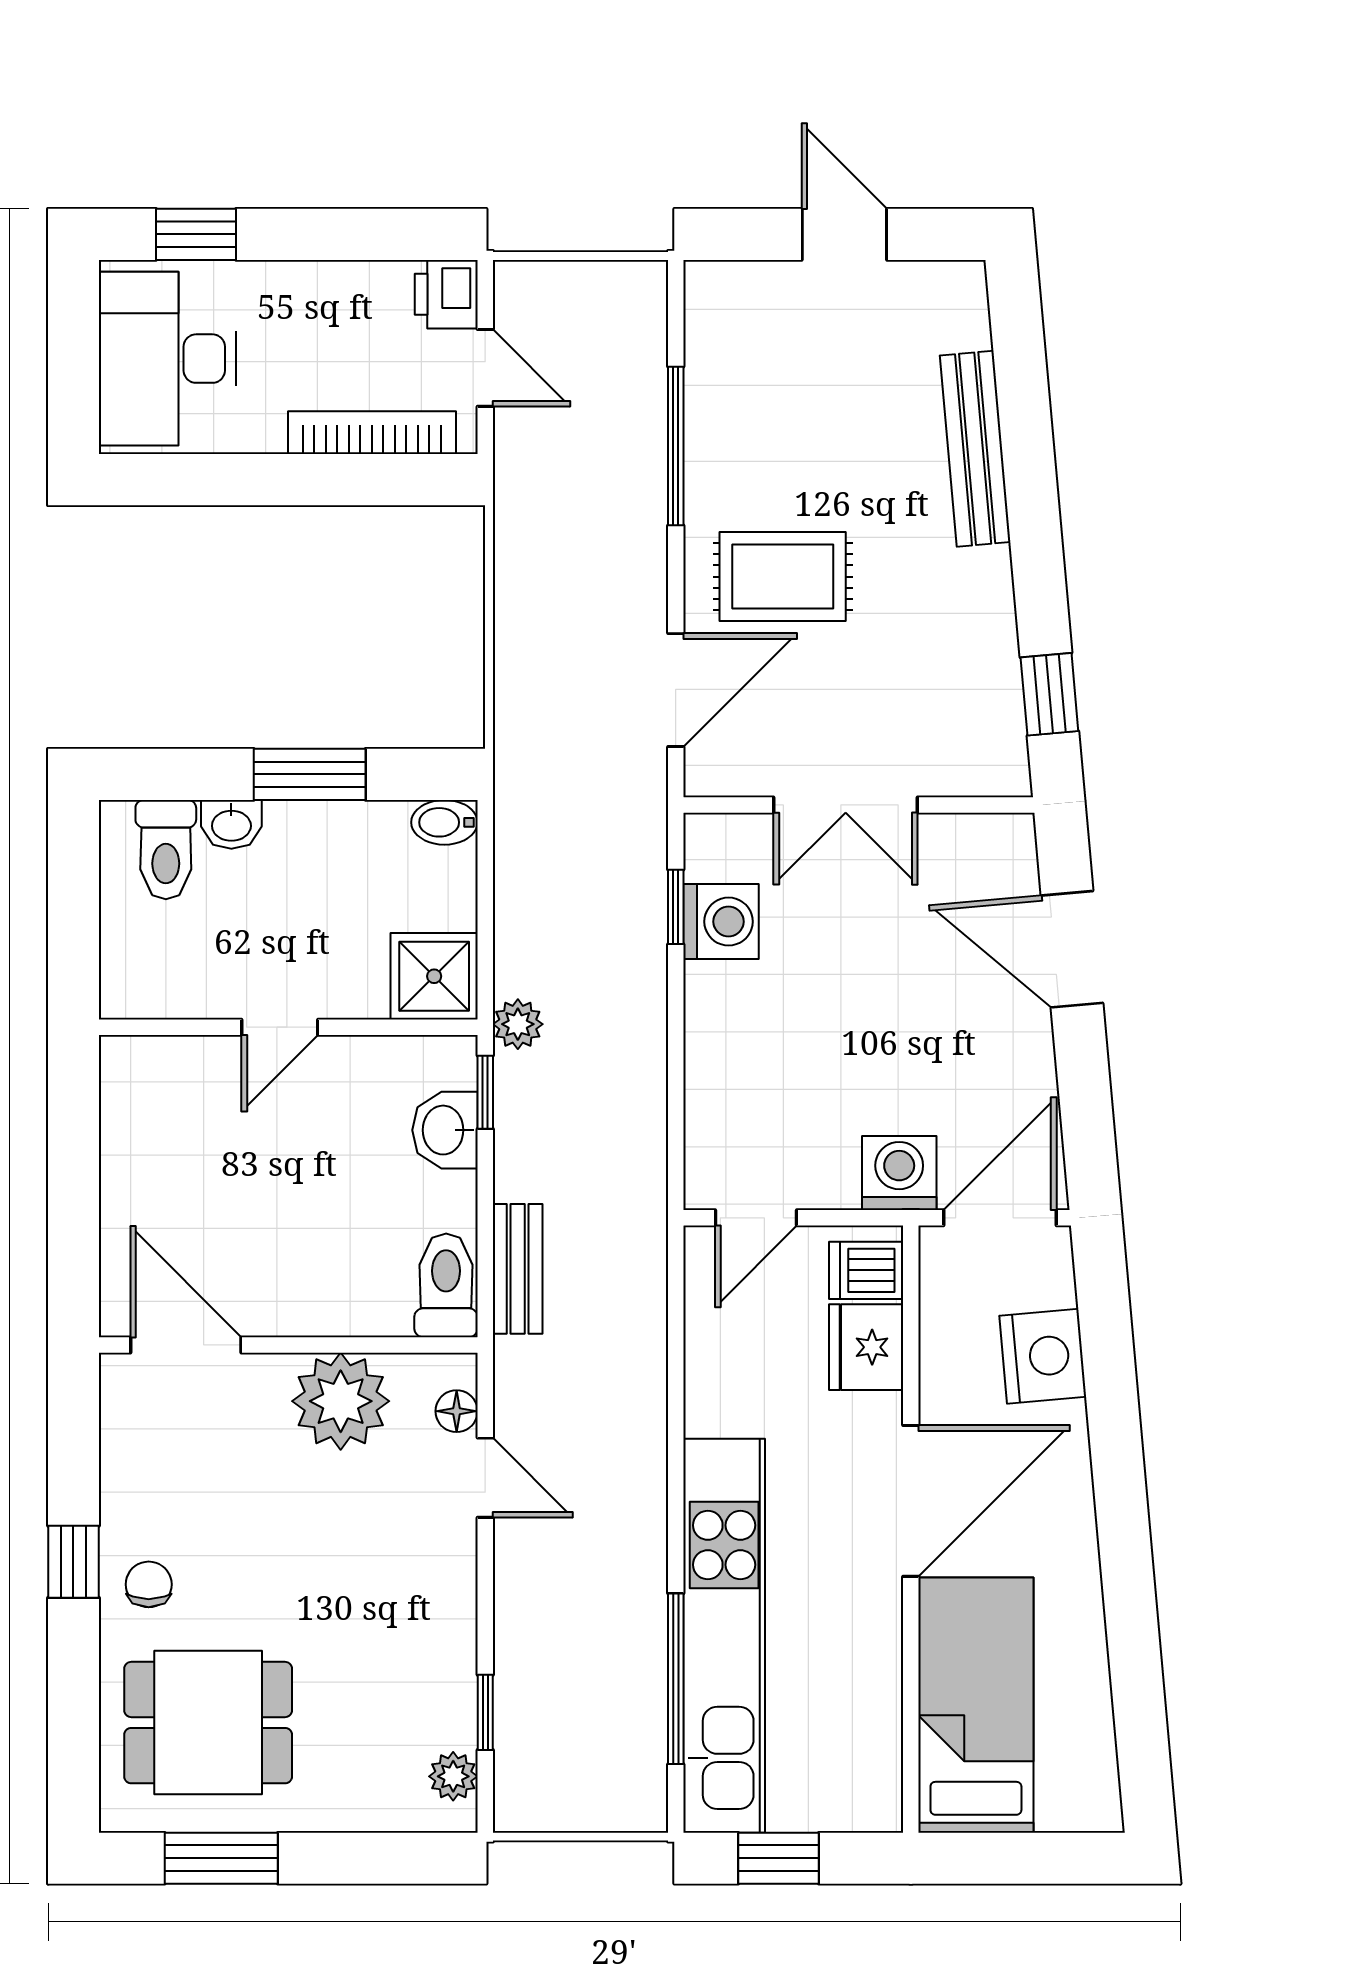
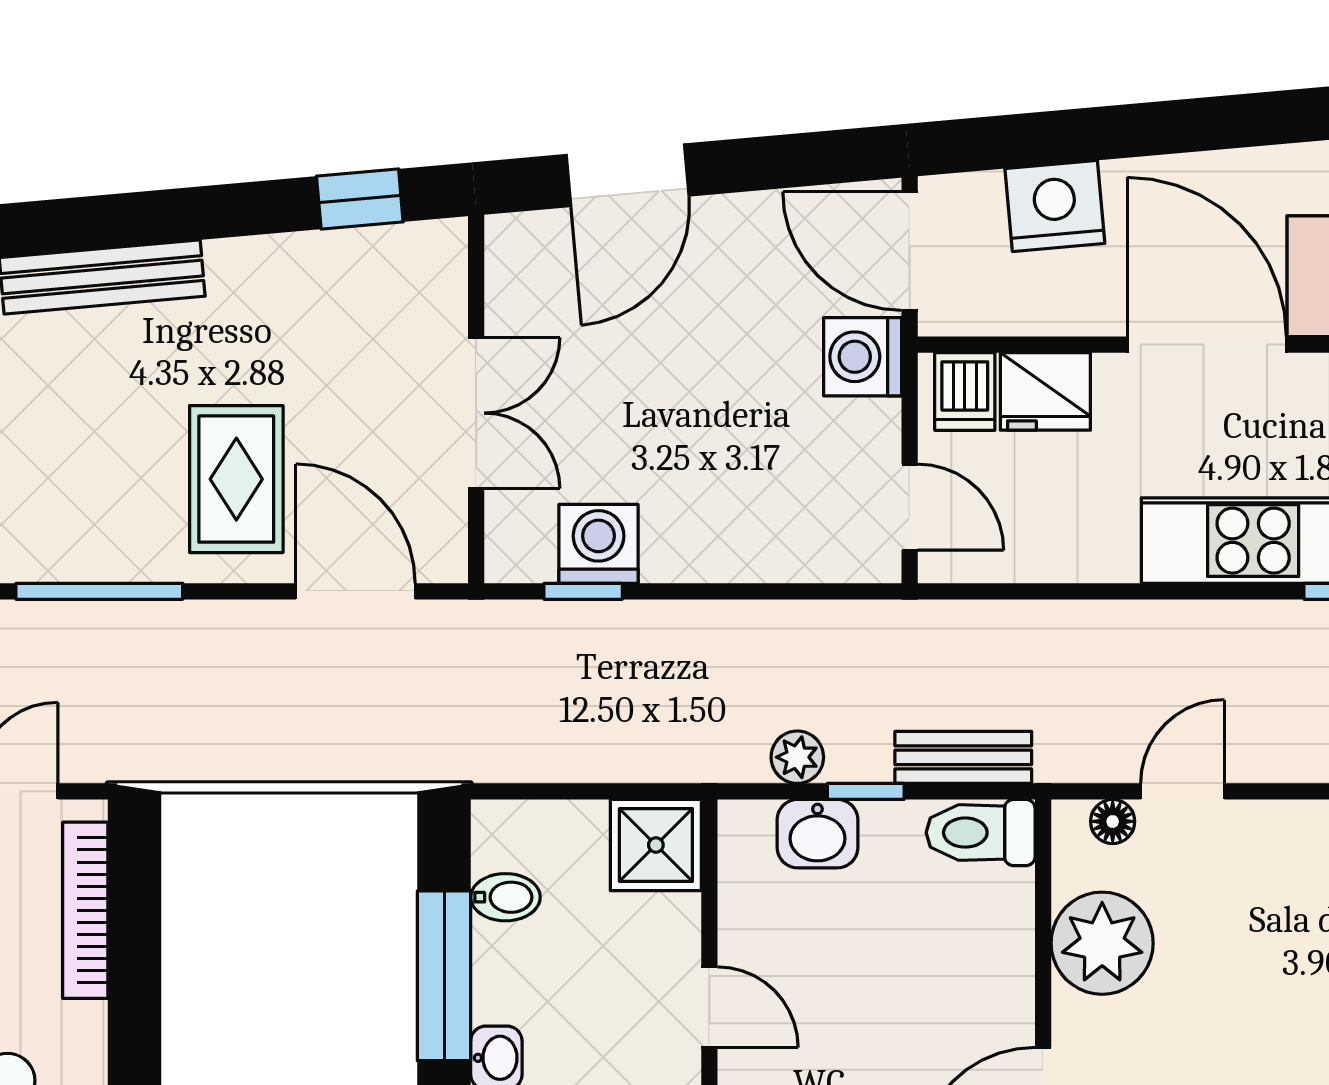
window: (310, 774) -> (444, 976), width x1.44
bidet: (444, 822) -> (505, 897), moved, turned -90
plant: (518, 1024) -> (797, 757), moved
window: (485, 1092) -> (866, 791), moved

